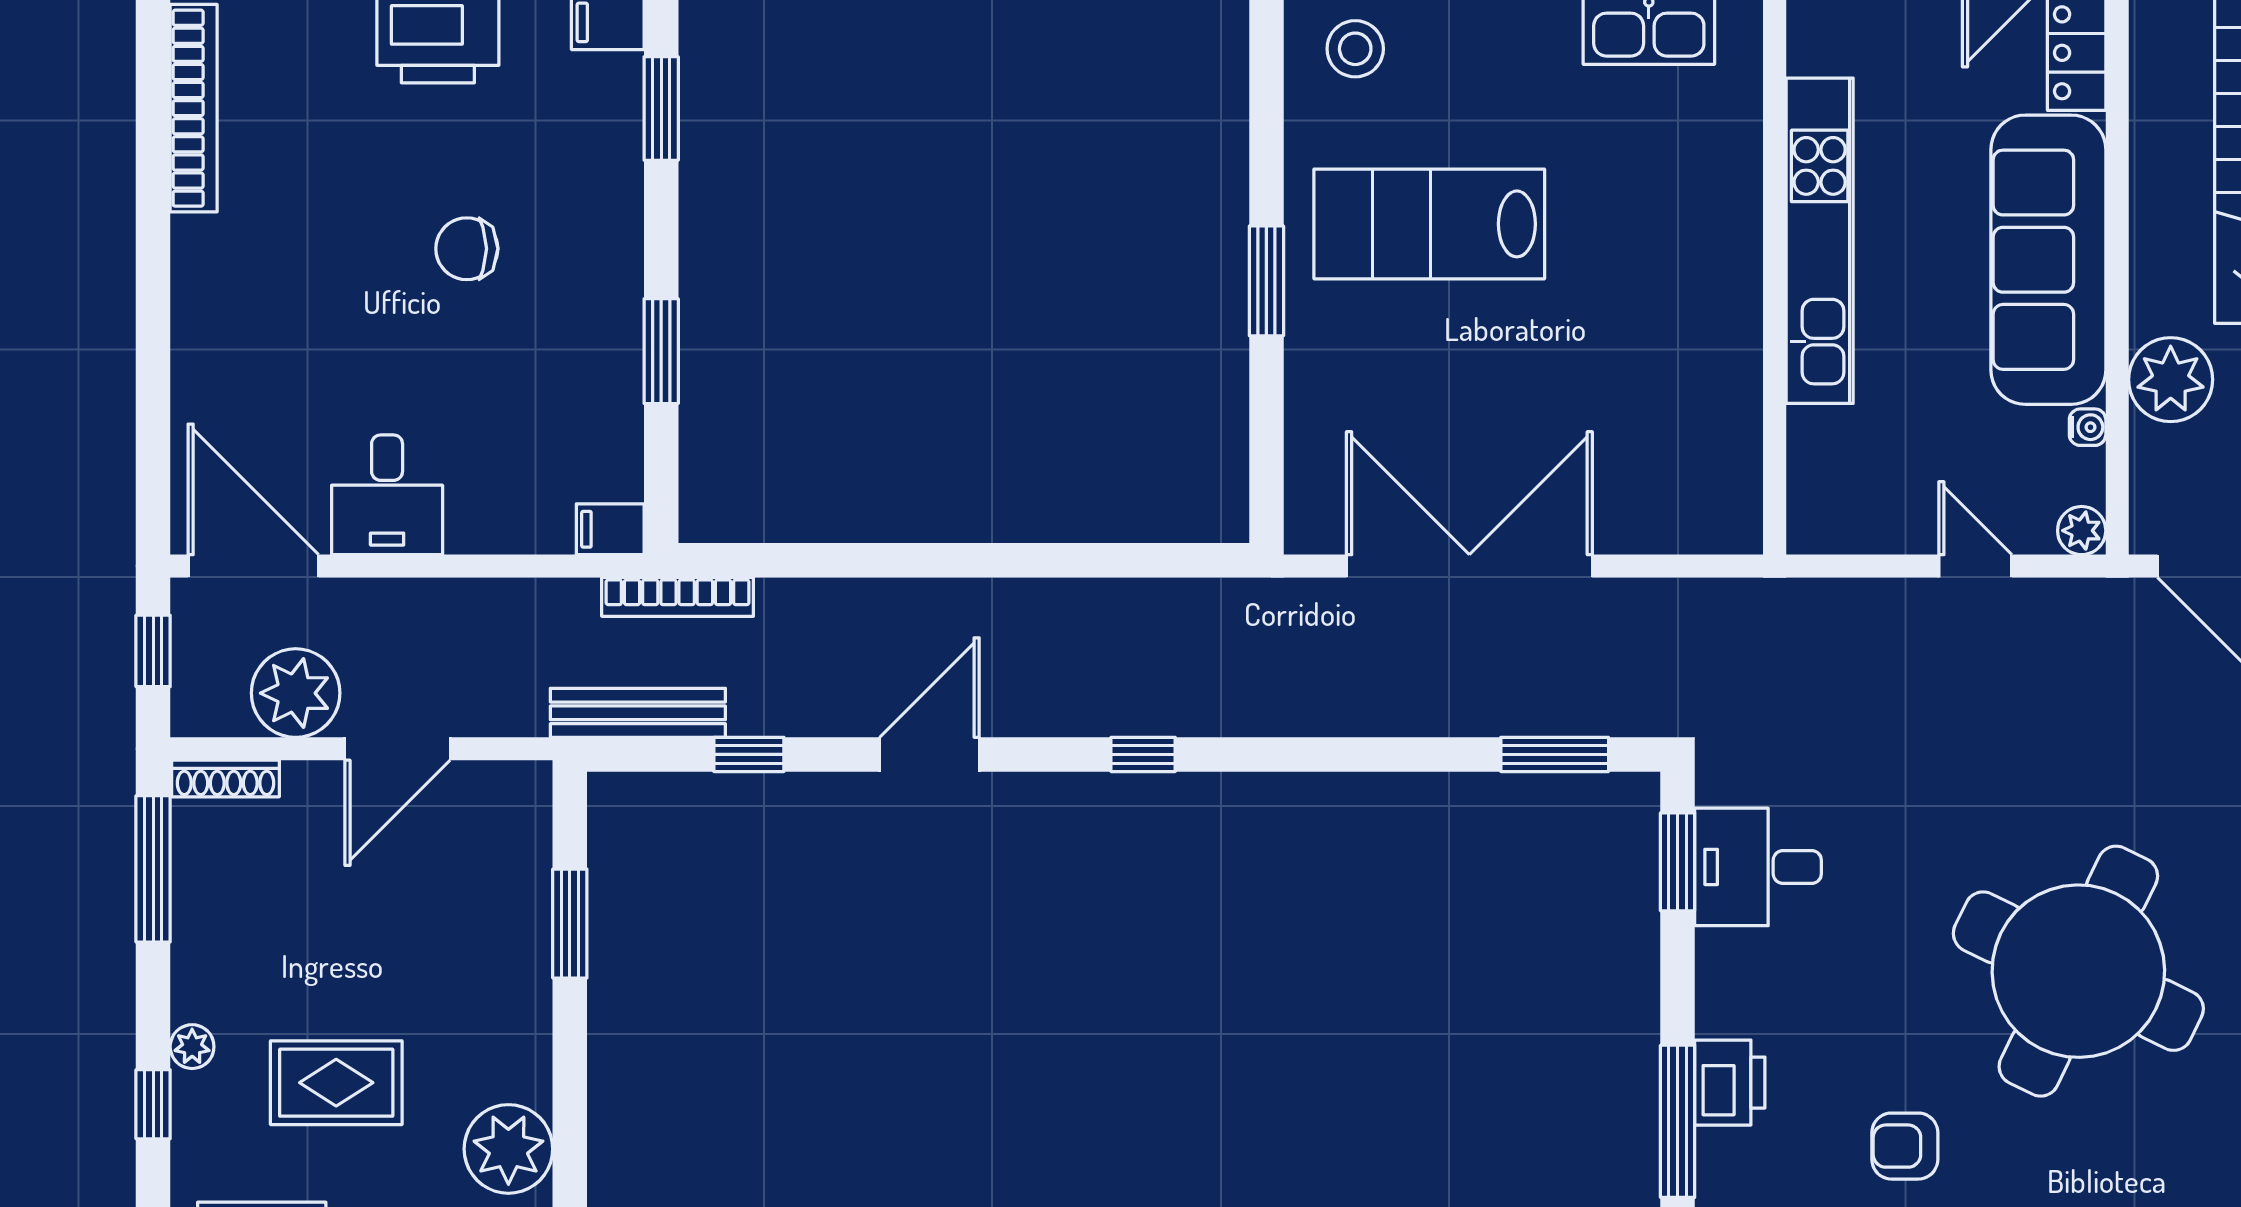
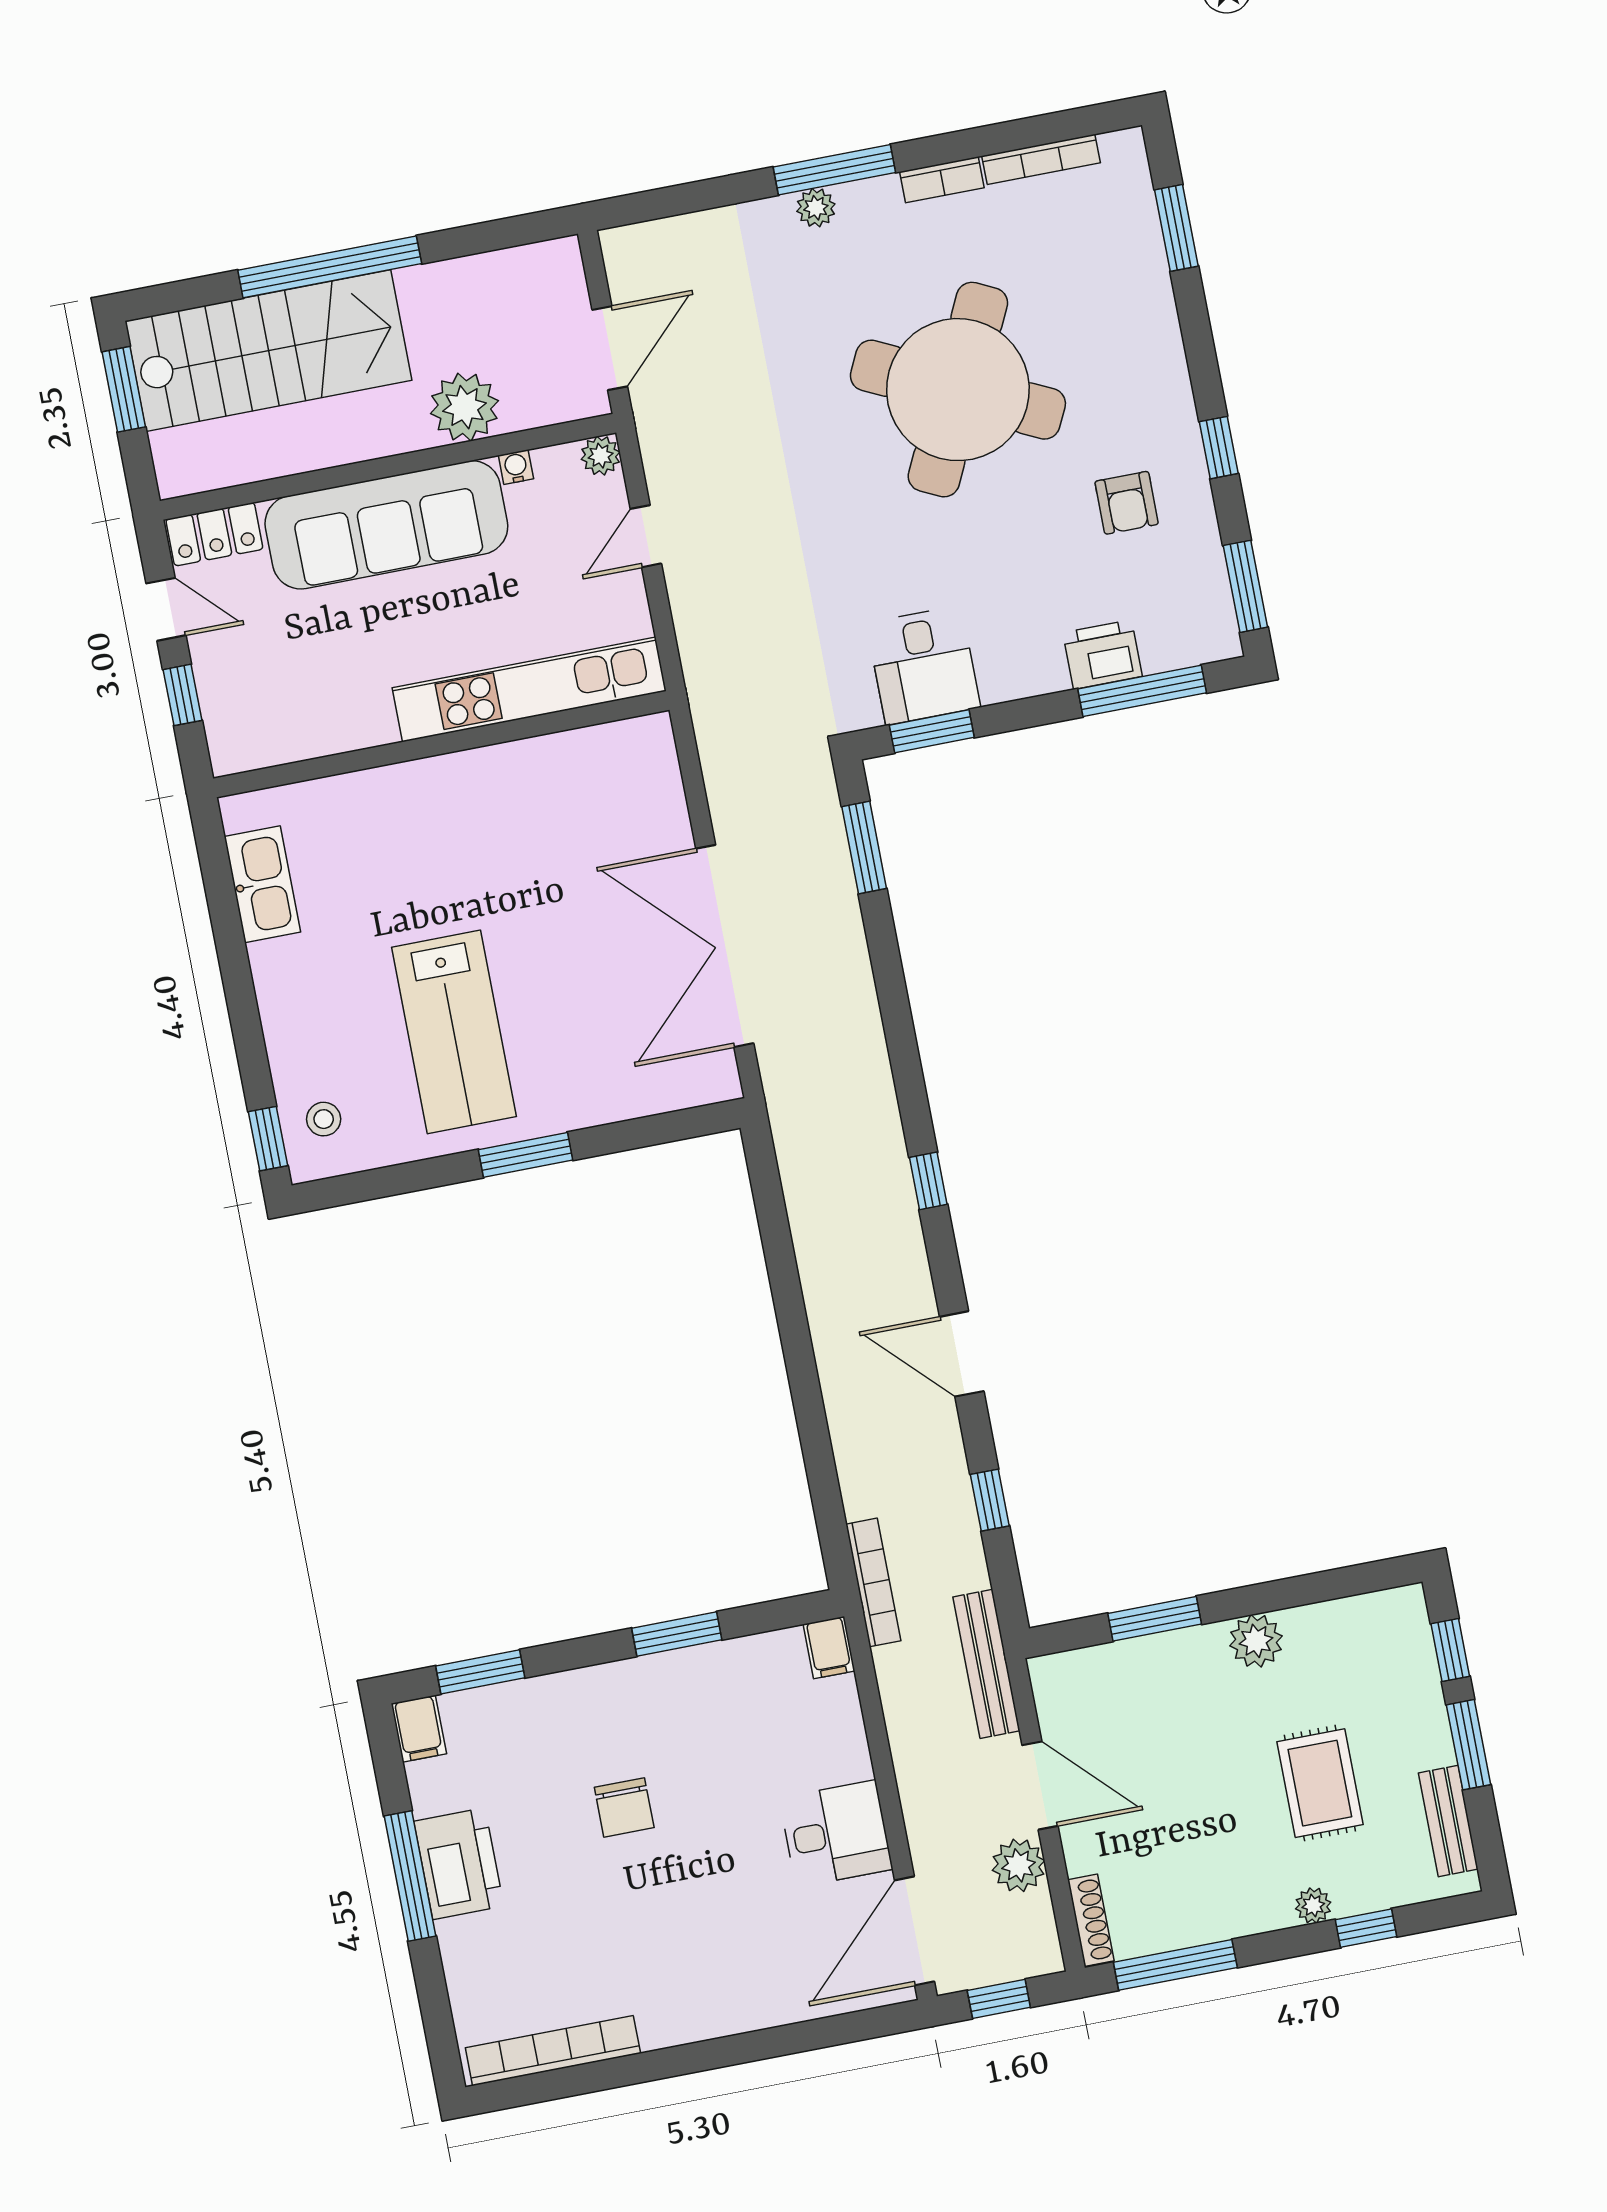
stool: (1355, 49) -> (324, 1119), width x0.73, depth x0.73
kitchen unit: (1820, 241) -> (529, 689), moved
plant: (296, 693) -> (1018, 1865), width x0.73, depth x0.73
bench: (638, 713) -> (986, 1664), moved
plant: (508, 1149) -> (1256, 1641), moved, width x0.73, depth x0.73

